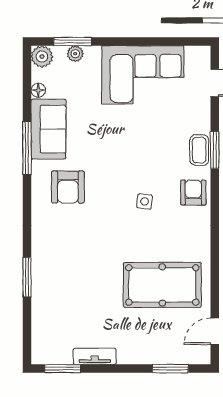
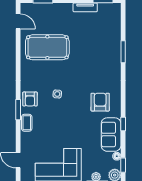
window: (27, 74) -> (123, 165), added
window: (27, 148) -> (123, 124), width x0.46
window: (215, 150) -> (18, 110), moved
door: (215, 331) -> (18, 21), hinge flipped

